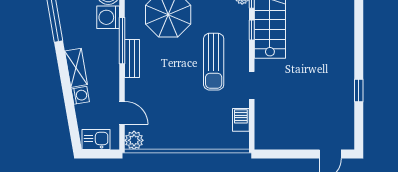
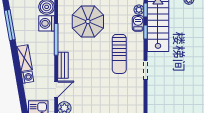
bench: (132, 58) -> (63, 65), moved
door: (122, 113) -> (56, 89), hinge flipped
barbecue: (241, 120) -> (138, 23), moved

